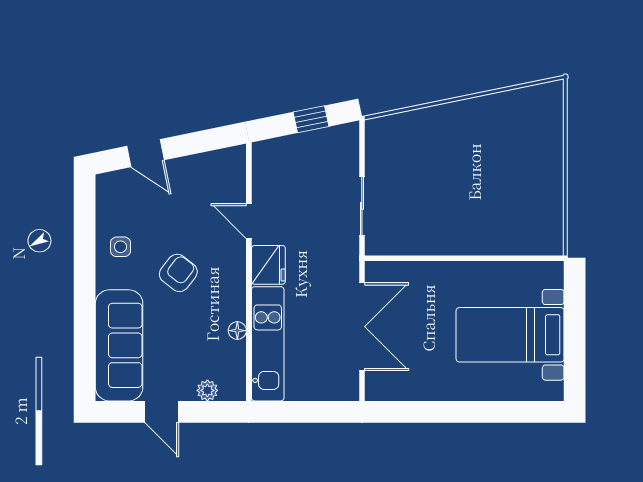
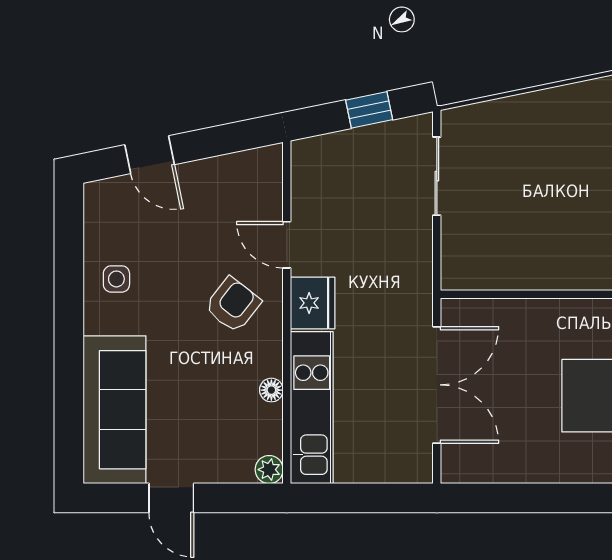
sliding door: (362, 206) -> (437, 176), moved
armchair: (178, 273) -> (233, 305), moved
plant: (207, 390) -> (269, 470), moved

